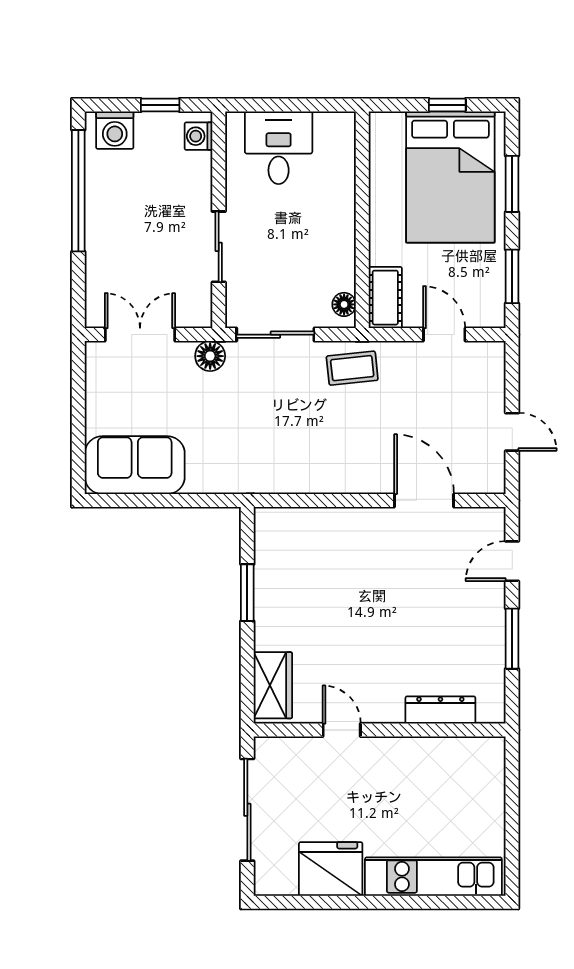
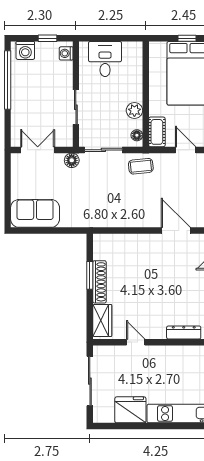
plant: (339, 254) -> (134, 110), added
shoe rack: (267, 606) -> (100, 282), added

